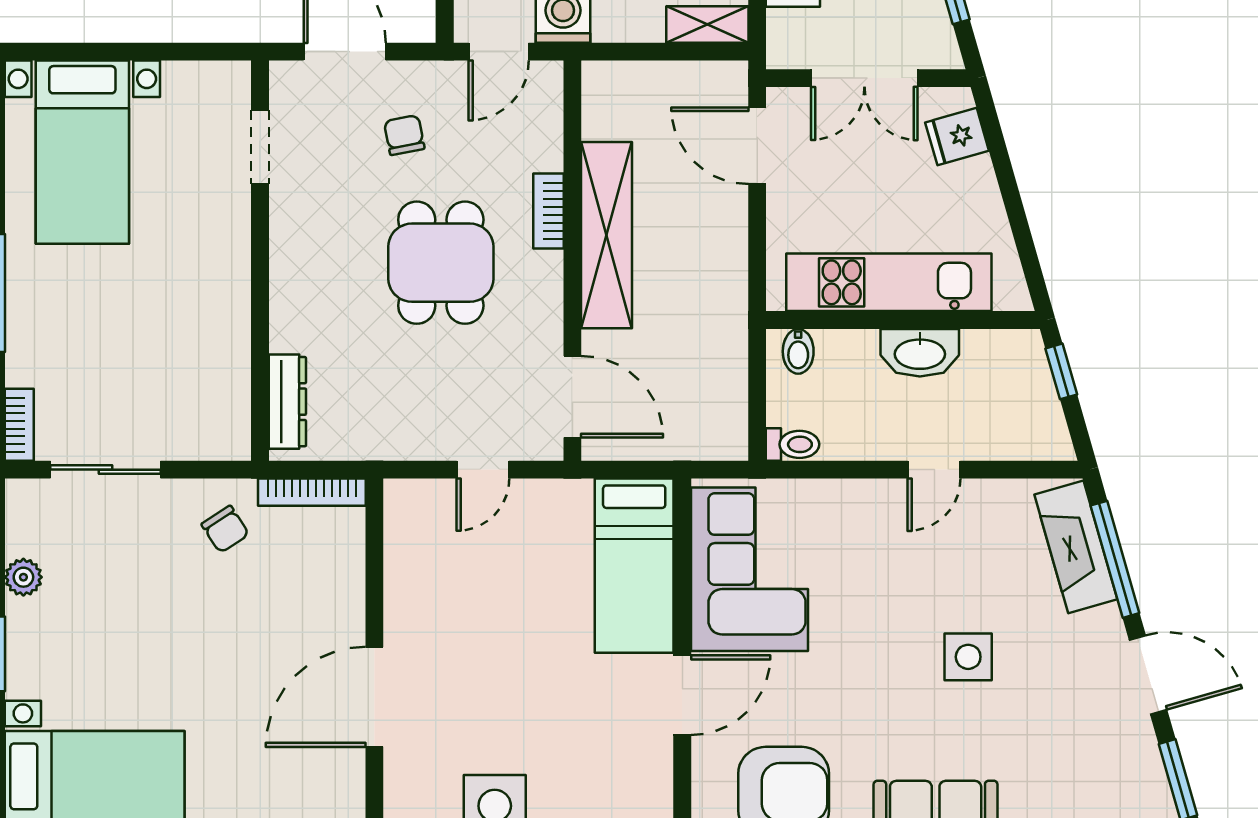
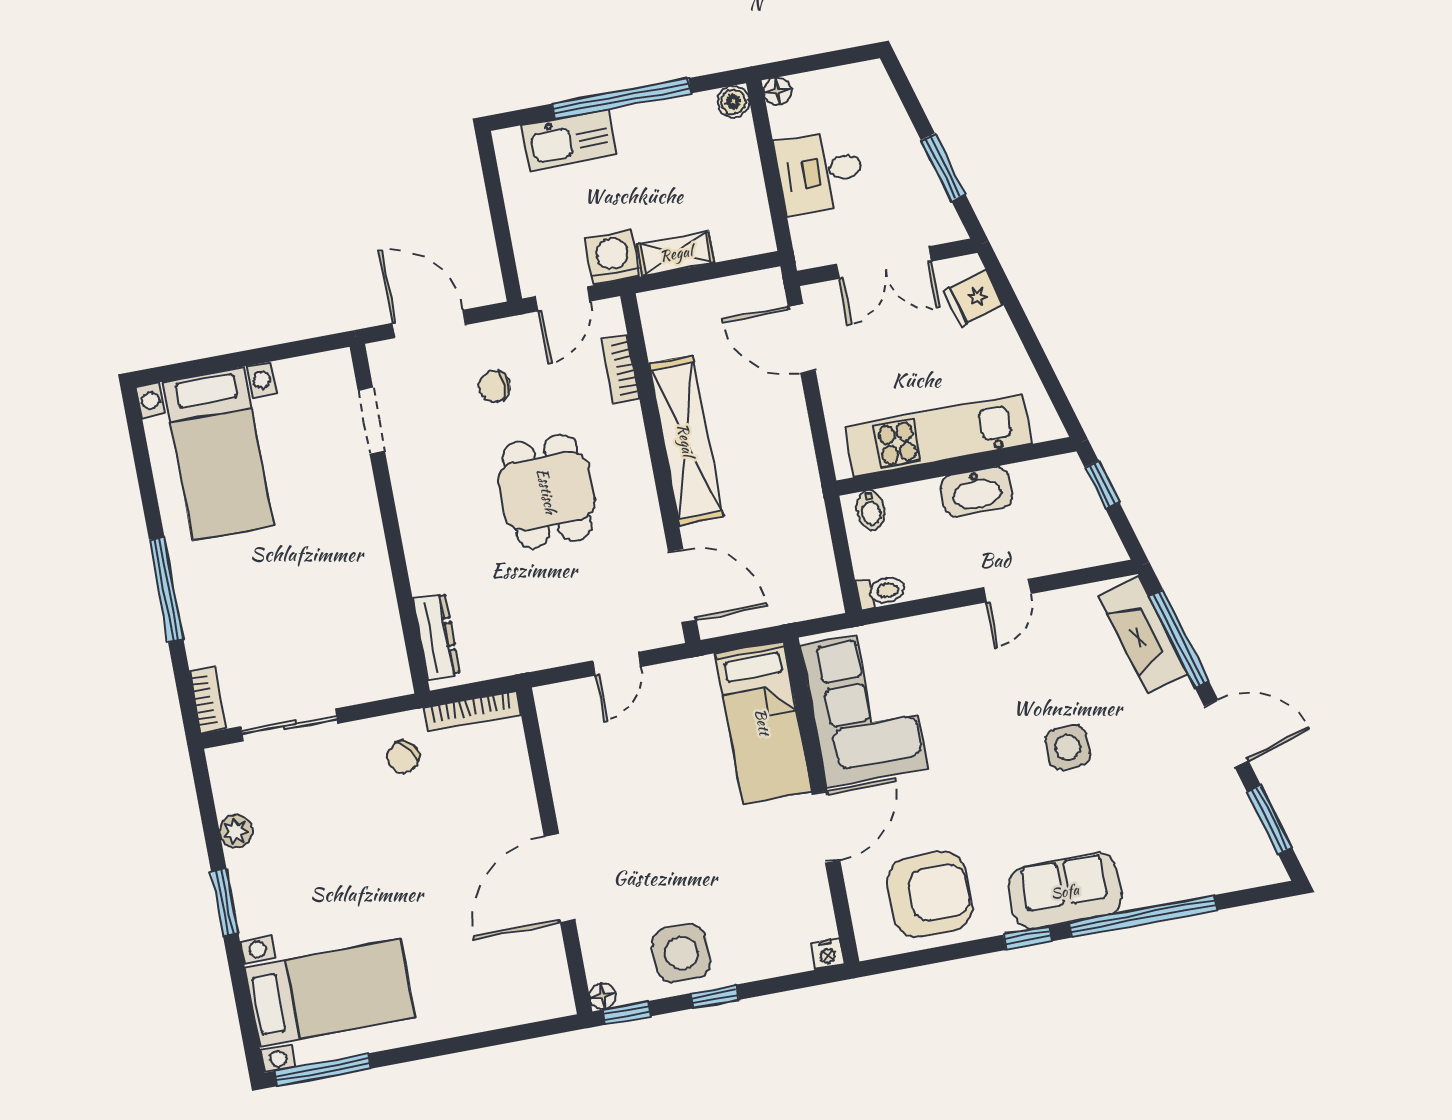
shelving: (707, 24) -> (676, 253), moved
chair: (404, 135) -> (494, 387), turned -79
bookcase: (549, 211) -> (620, 369), moved
chair: (225, 529) -> (403, 757), turned 84

